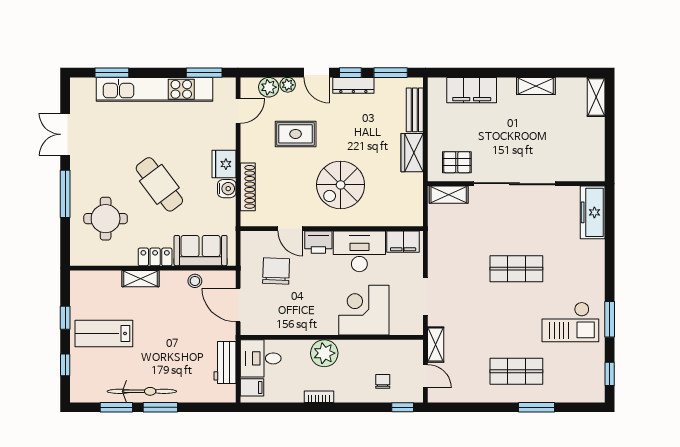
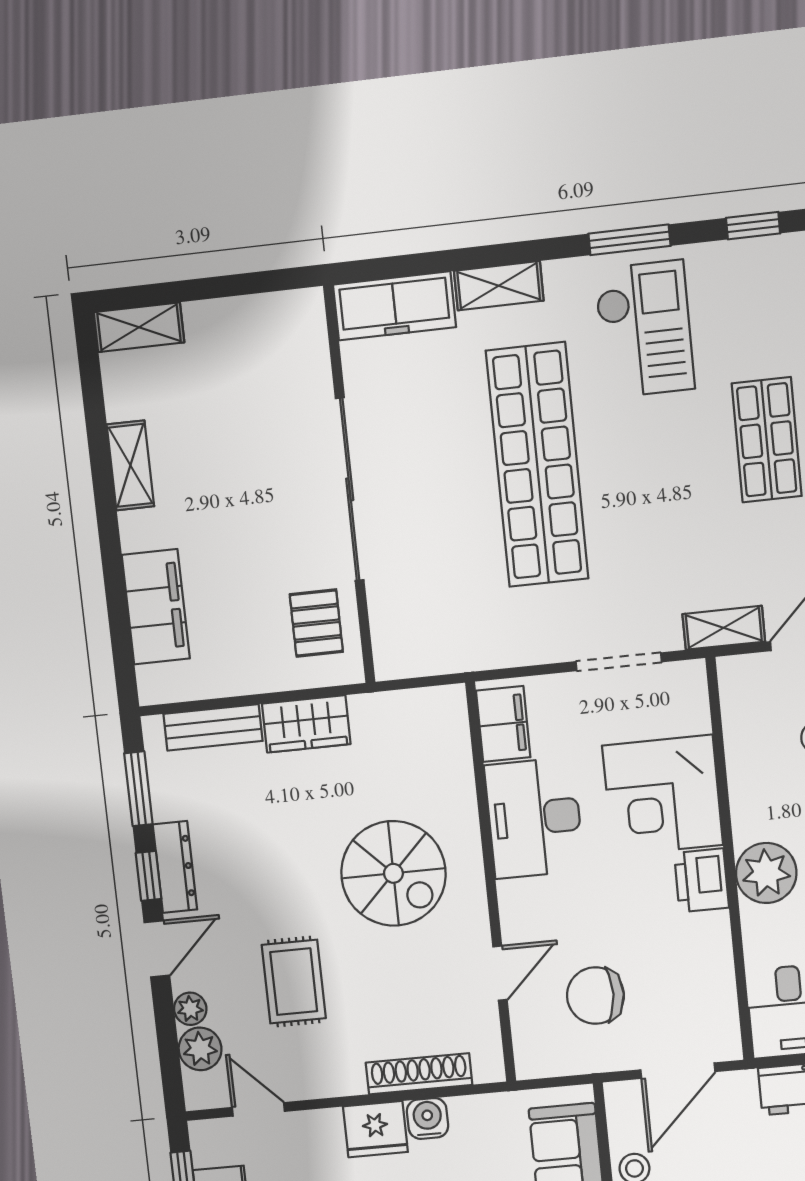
shelving: (449, 195) -> (499, 286), moved, turned 90
printer: (318, 242) -> (701, 880), moved, turned 180
shop shelf: (516, 269) -> (537, 465), width x2.00, depth x1.36

